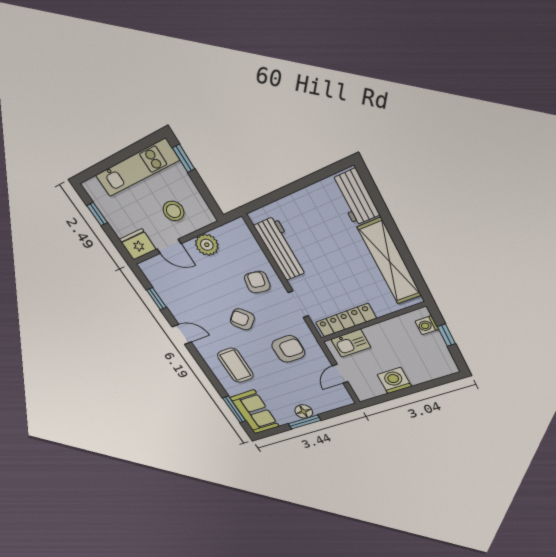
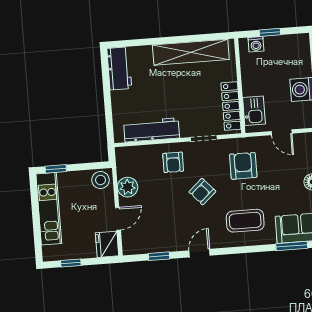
workbench: (355, 197) -> (119, 68), moved, turned -90
stool: (174, 211) -> (100, 180), moved
armchair: (257, 282) -> (173, 162), turned -100

